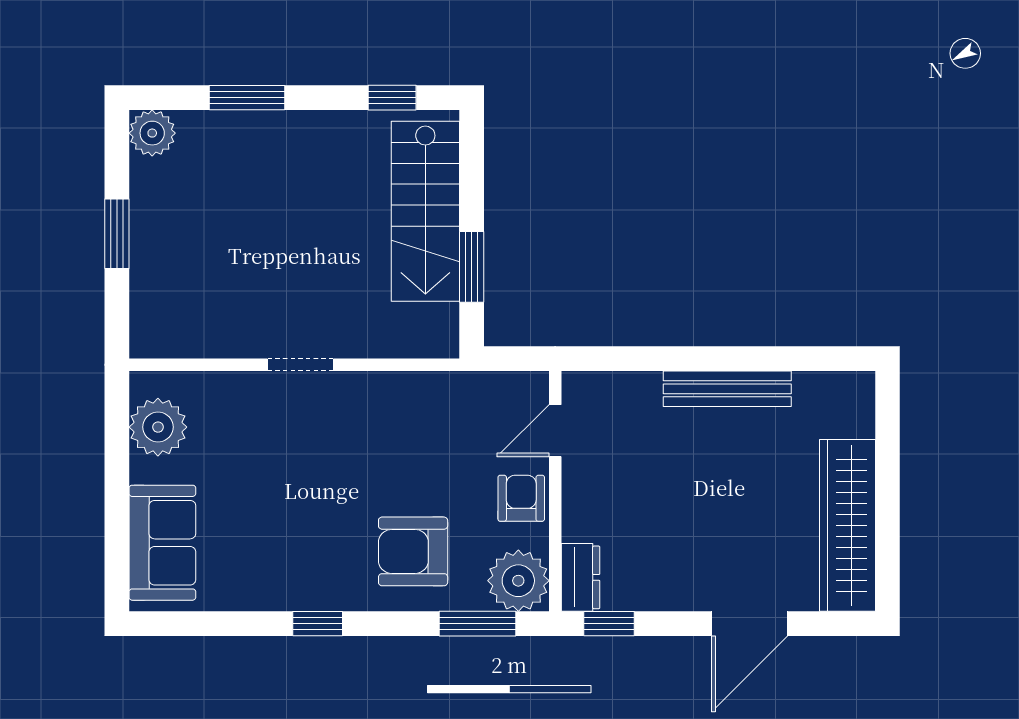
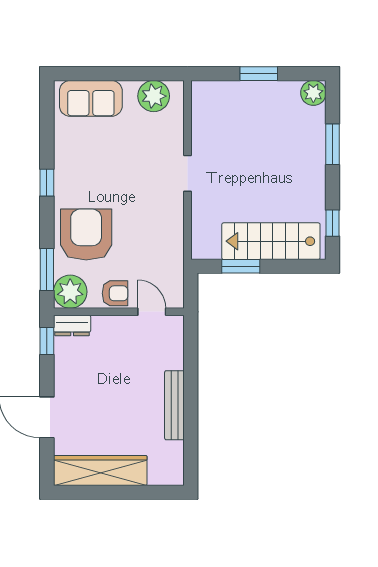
armchair: (413, 551) -> (86, 235), width x1.36, depth x1.36

